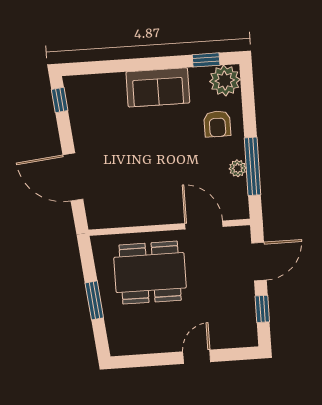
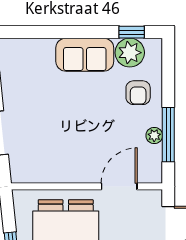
plant: (225, 81) -> (130, 53), moved
door: (204, 225) -> (119, 186), hinge flipped

